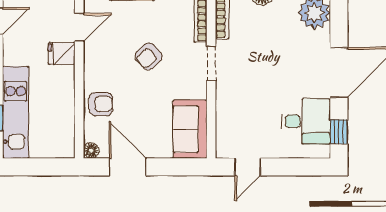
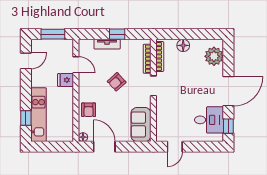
door: (79, 27) -> (76, 65), hinge flipped
armchair: (101, 104) -> (89, 110), turned 90

